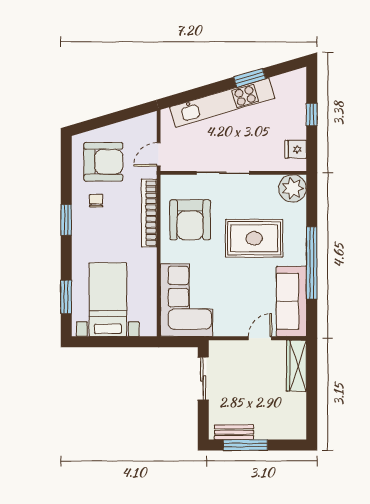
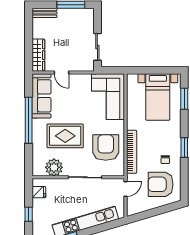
plant: (293, 188) -> (54, 167), moved
door: (260, 338) -> (61, 72), hinge flipped
bench: (234, 432) -> (44, 13), moved

